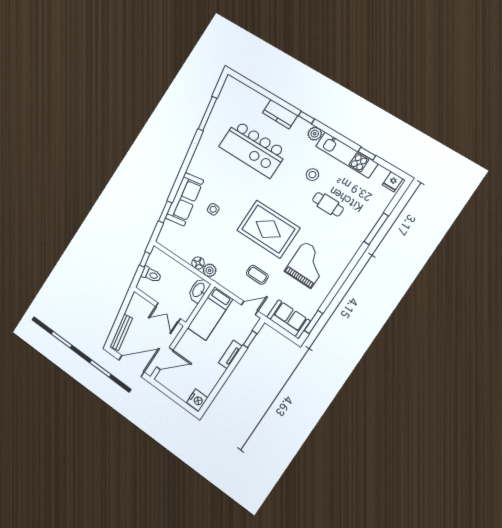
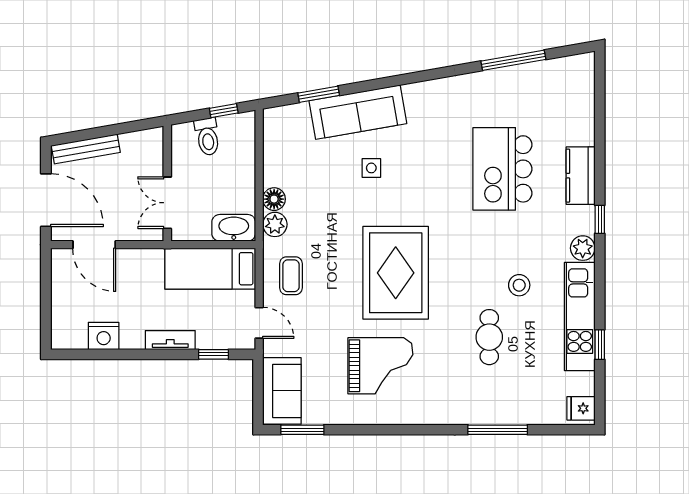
kitchen island: (253, 149) -> (502, 169), width x0.73
coffee table: (257, 275) -> (291, 276), moved
nightstand: (197, 400) -> (104, 336), moved

